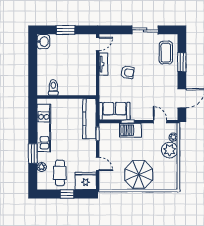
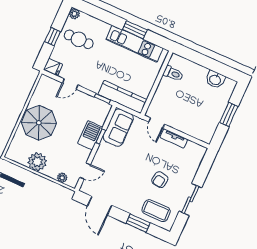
washbasin: (43, 42) -> (215, 80), moved
door: (98, 44) -> (157, 123), moved
armchair: (128, 72) -> (160, 180), moved
plant: (170, 150) -> (37, 162), moved
window: (33, 153) -> (135, 30), moved
plant: (42, 167) -> (74, 14), moved
fridge: (86, 181) -> (53, 67), width x0.53, depth x0.75

